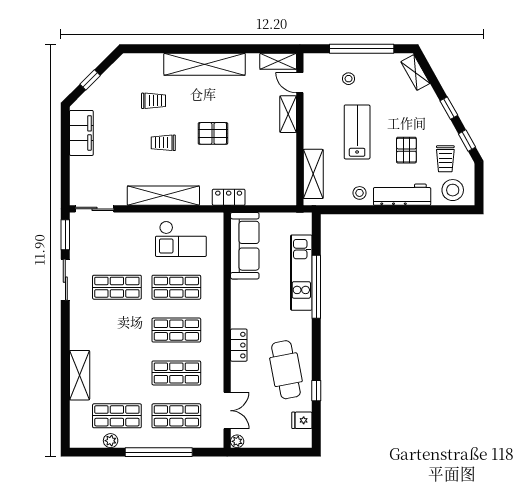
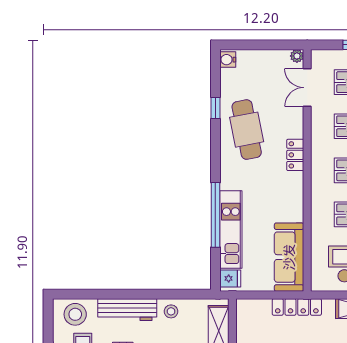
locker: (229, 197) -> (297, 307), width x1.53
fridge: (302, 420) -> (230, 278), moved
water cooler: (304, 438) -> (228, 60), added

